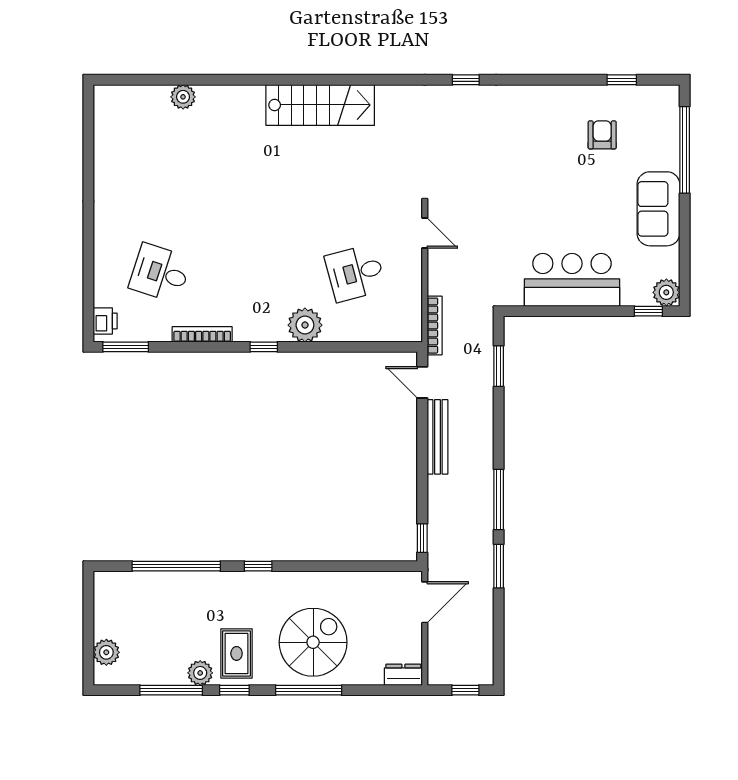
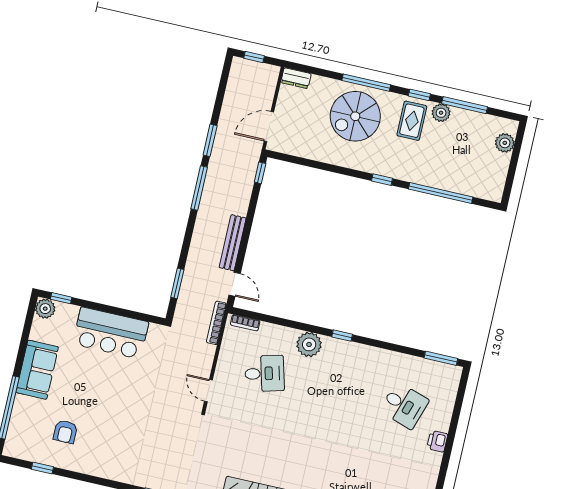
printer: (105, 321) -> (437, 441), moved
bookcase: (202, 334) -> (245, 323), moved, width x0.64

